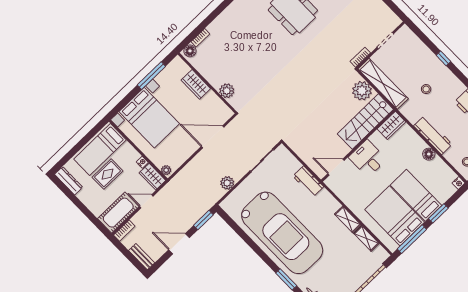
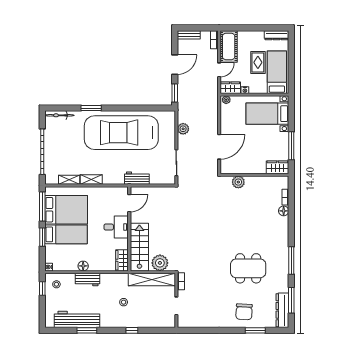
floor lamp: (190, 51) -> (284, 211), moved
wardrobe: (196, 84) -> (277, 167), moved
bed with nightstands: (149, 118) -> (267, 114), width x0.73
workbench: (433, 135) -> (88, 279), width x0.73

